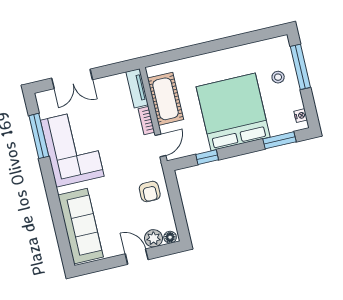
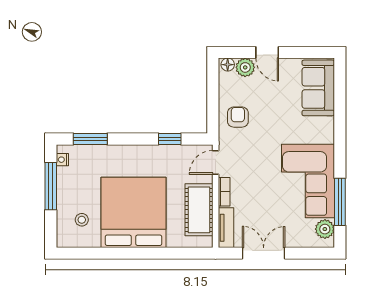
window: (300, 67) -> (51, 186), moved
stool: (278, 77) -> (82, 220), moved
double door: (72, 79) -> (264, 253), moved
plant: (47, 108) -> (325, 229), added
bed: (233, 112) -> (133, 212), moved, turned 180
sofa: (81, 226) -> (318, 88), width x0.73

